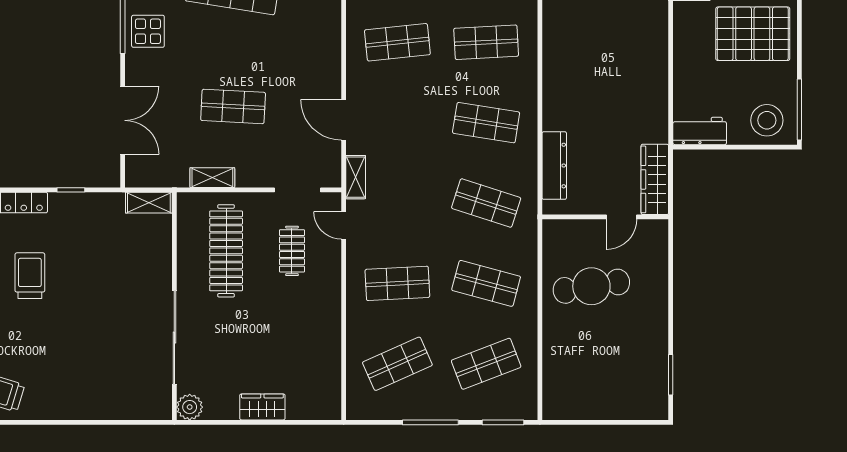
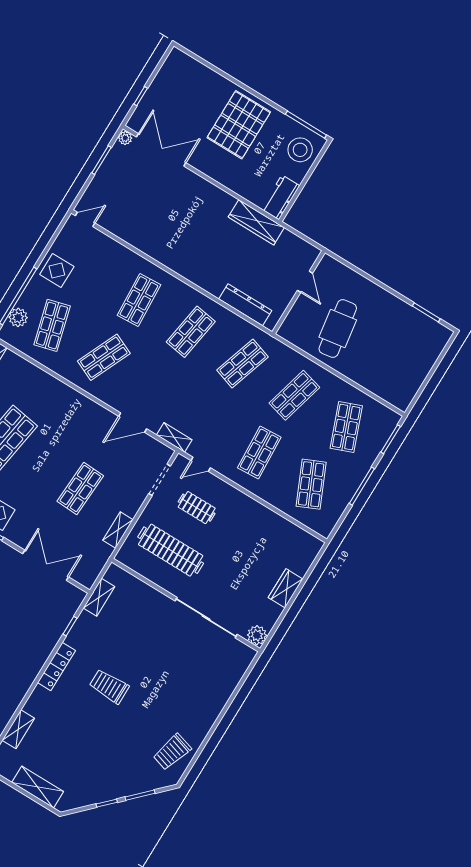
shop shelf: (397, 42) -> (104, 357), turned 30
wardrobe: (655, 179) -> (256, 222), moved
shelving: (149, 203) -> (99, 597), moved

